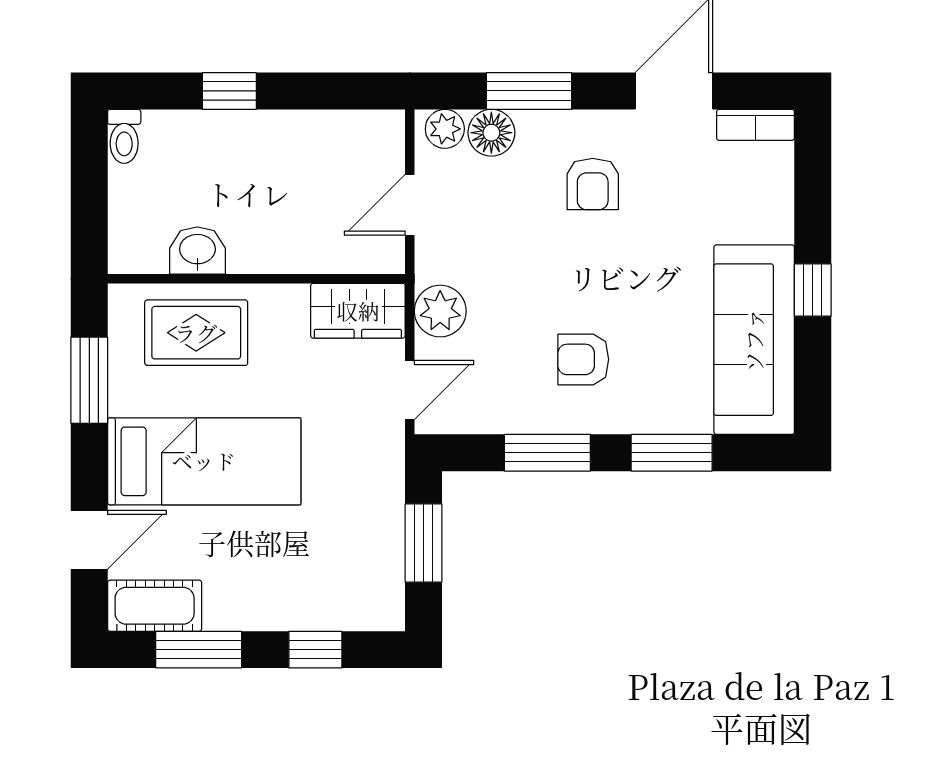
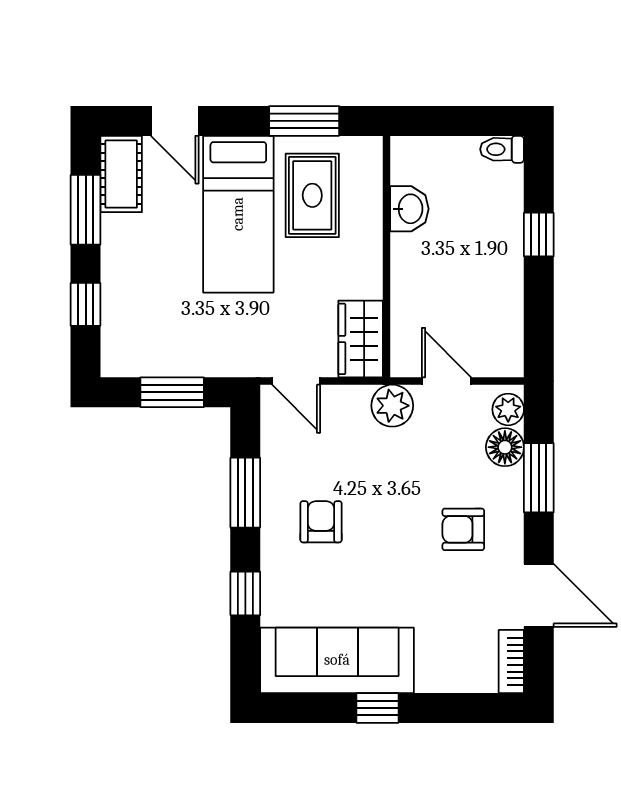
plant: (440, 311) -> (392, 406), moved
rug: (196, 333) -> (312, 195), moved
window: (672, 453) -> (245, 593), width x0.67

